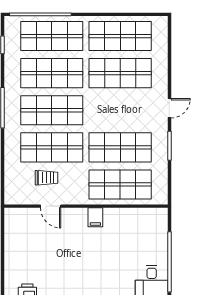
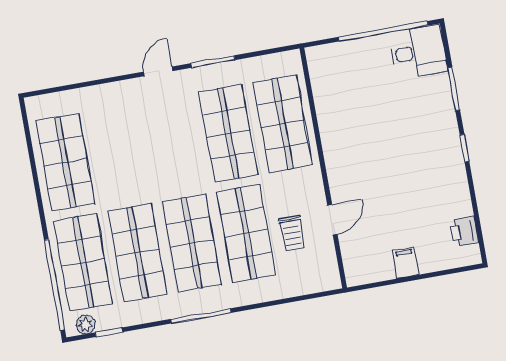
plant: (10, 30) -> (86, 325), added
shop shelf: (120, 73) -> (120, 153), removed
door: (169, 108) -> (158, 71), hinge flipped
trolley: (47, 178) -> (292, 233), turned 180
filing cabinet: (95, 217) -> (406, 263), moved, turned -90

